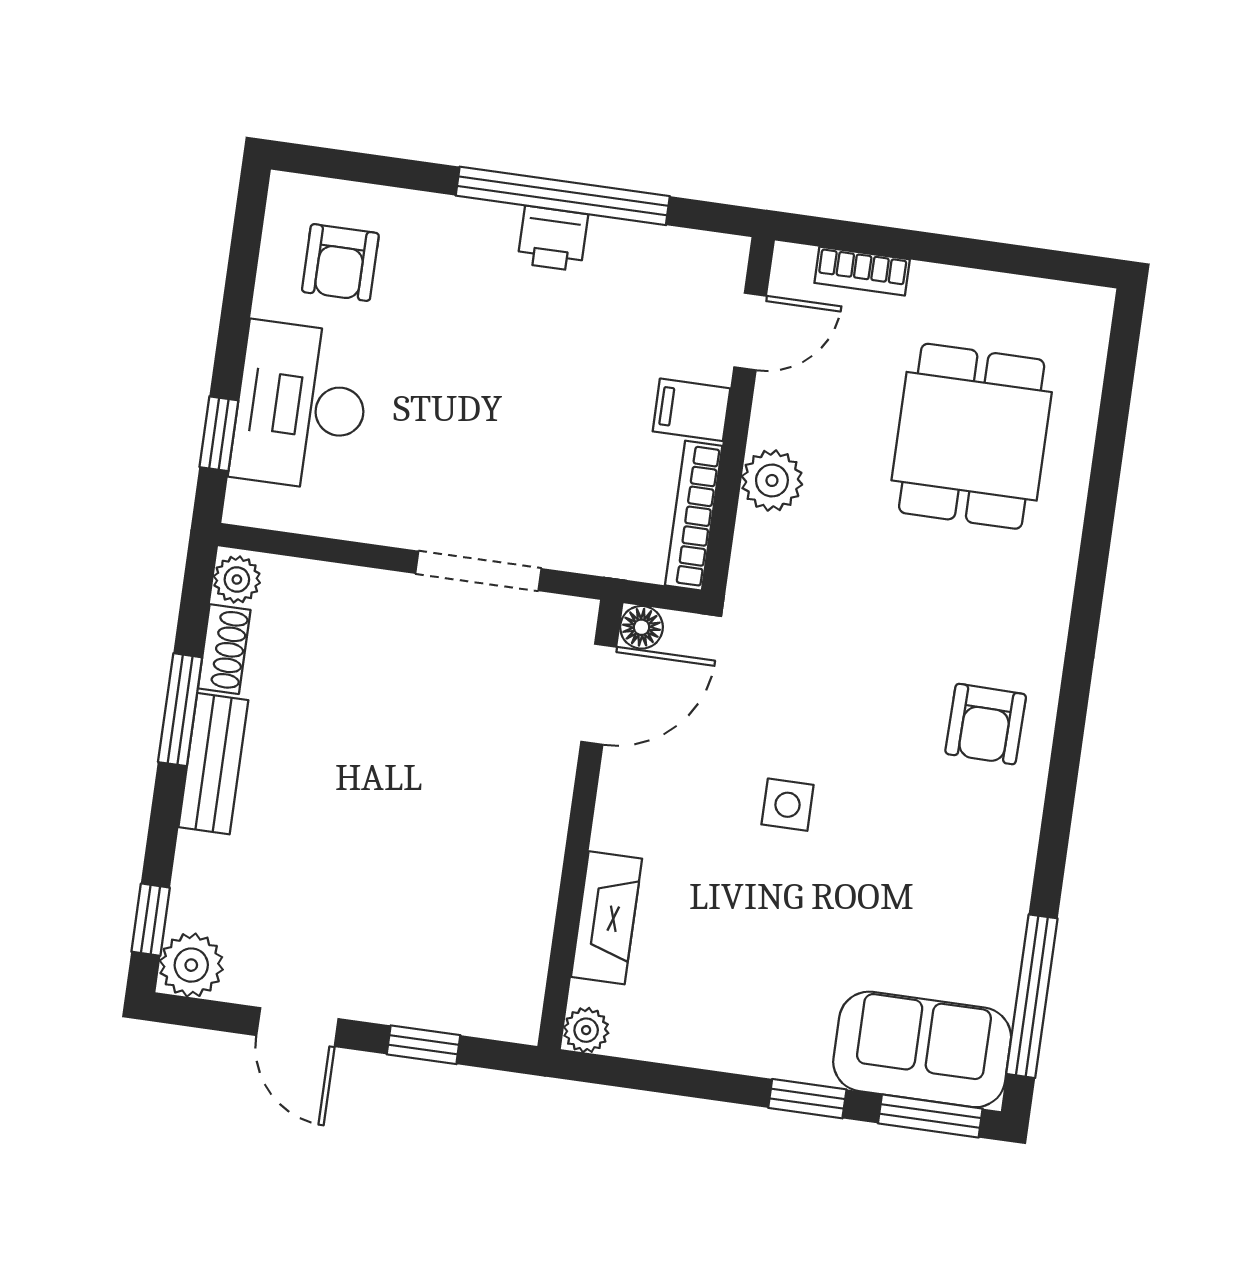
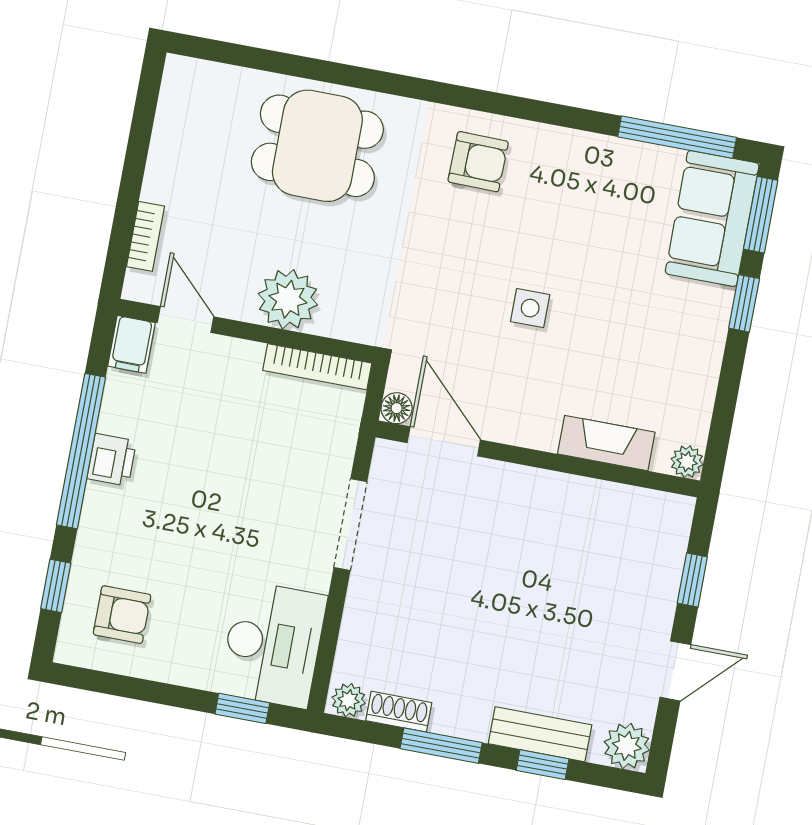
window: (376, 170) -> (56, 586), added
desk: (301, 406) -> (273, 644), moved, turned -90
filing cabinet: (691, 410) -> (131, 344), moved
dining table: (972, 436) -> (317, 146), moved
plant: (772, 480) -> (288, 299), width x1.36, depth x1.36
bench: (213, 764) -> (540, 734), moved
window: (151, 920) -> (543, 765), moved

